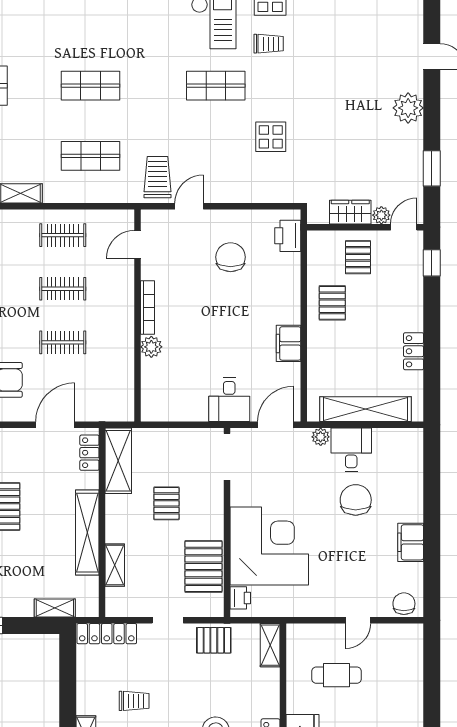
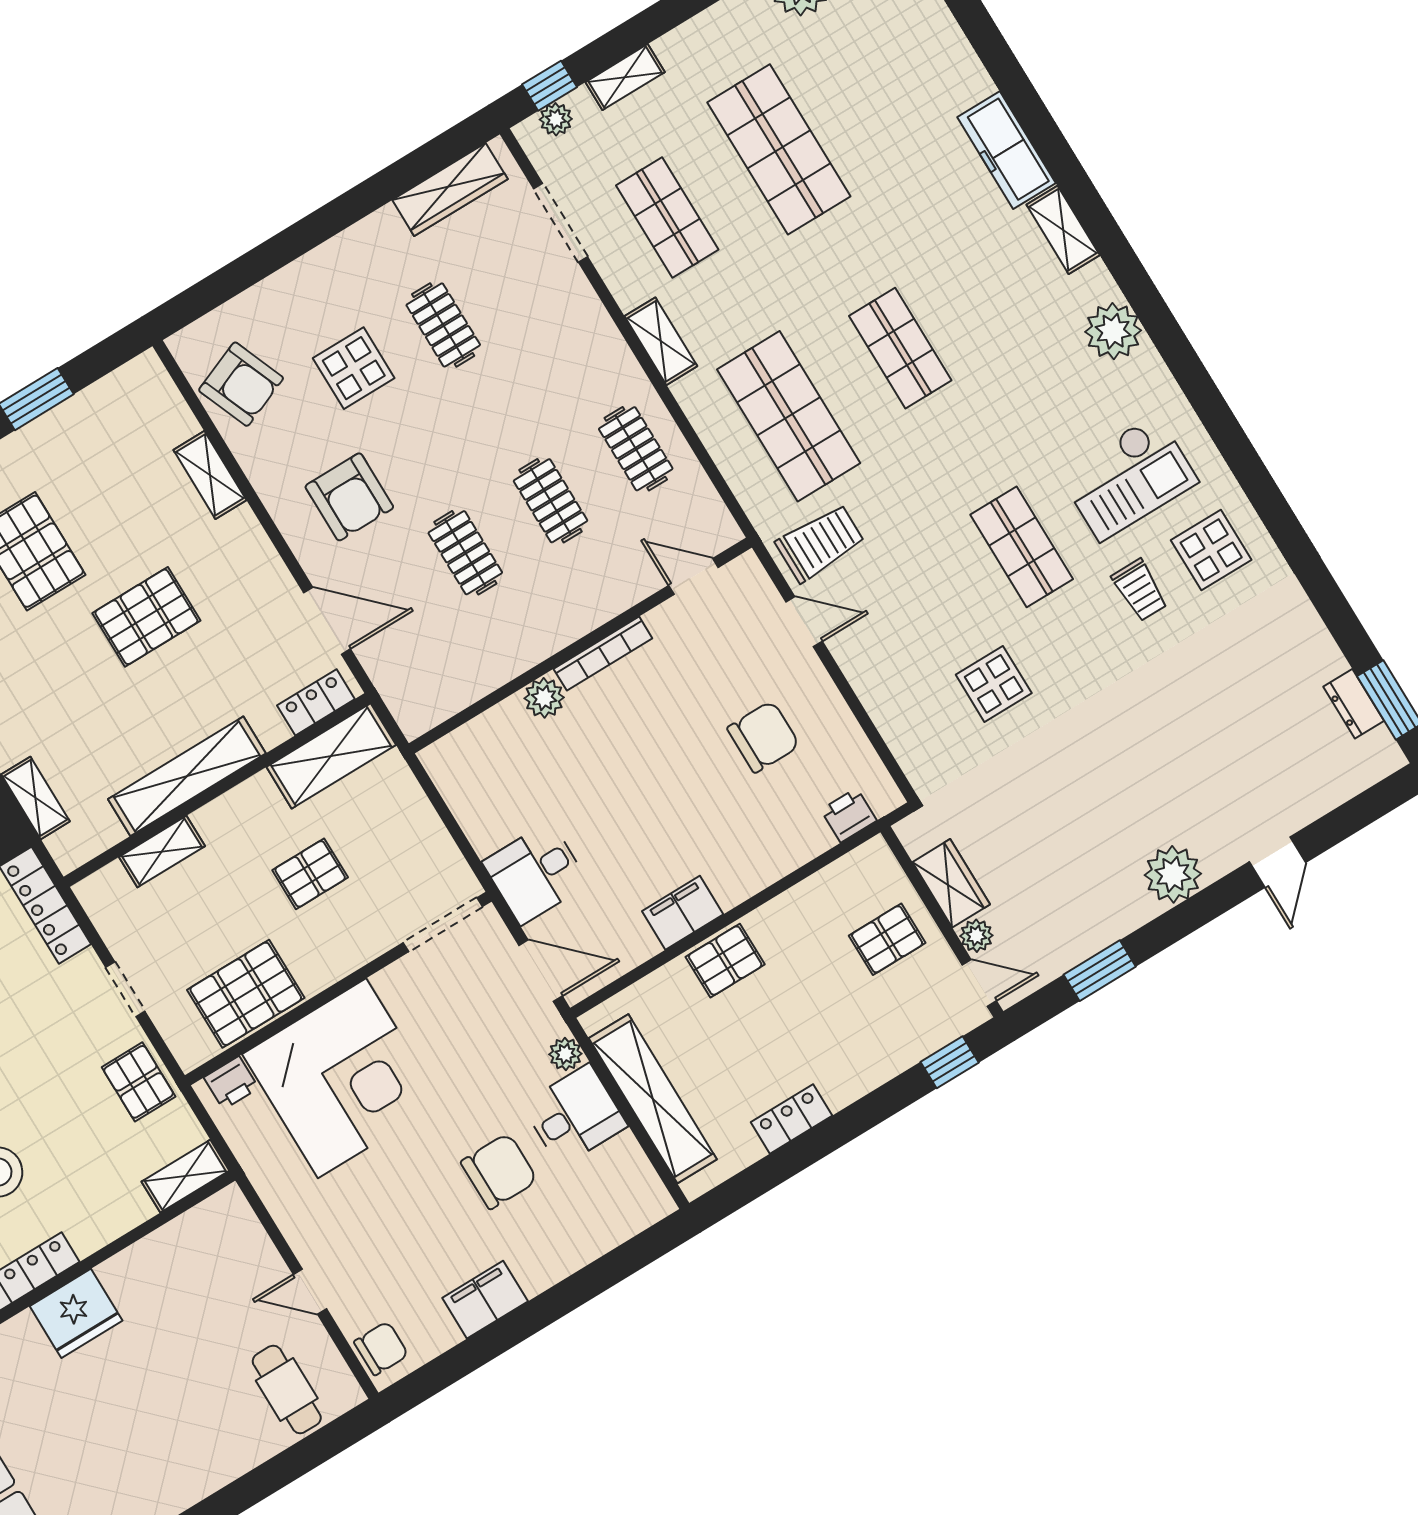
shop shelf: (91, 156) -> (789, 416), width x1.43, depth x1.36
printer: (288, 236) -> (849, 815), width x0.73, depth x0.81
pallet: (332, 303) -> (725, 961), moved
cafe table: (337, 675) -> (287, 1389), moved

